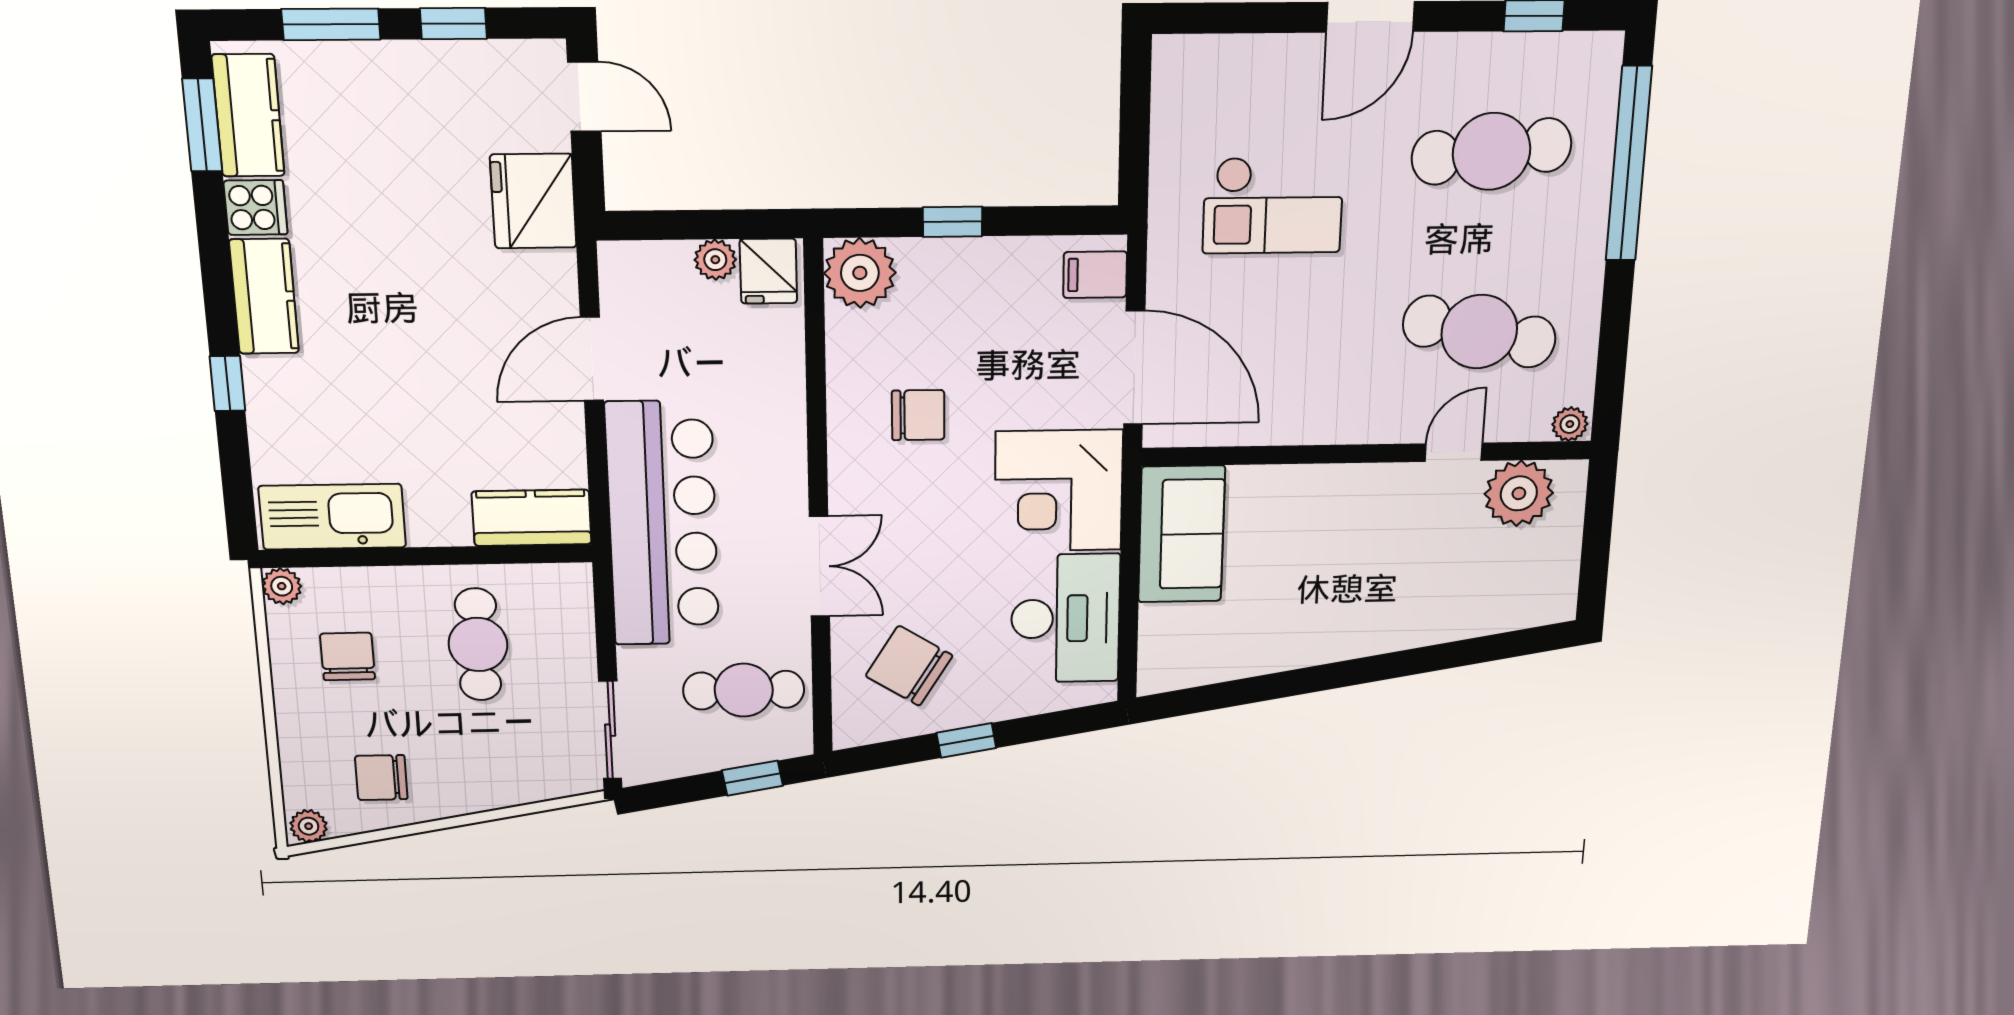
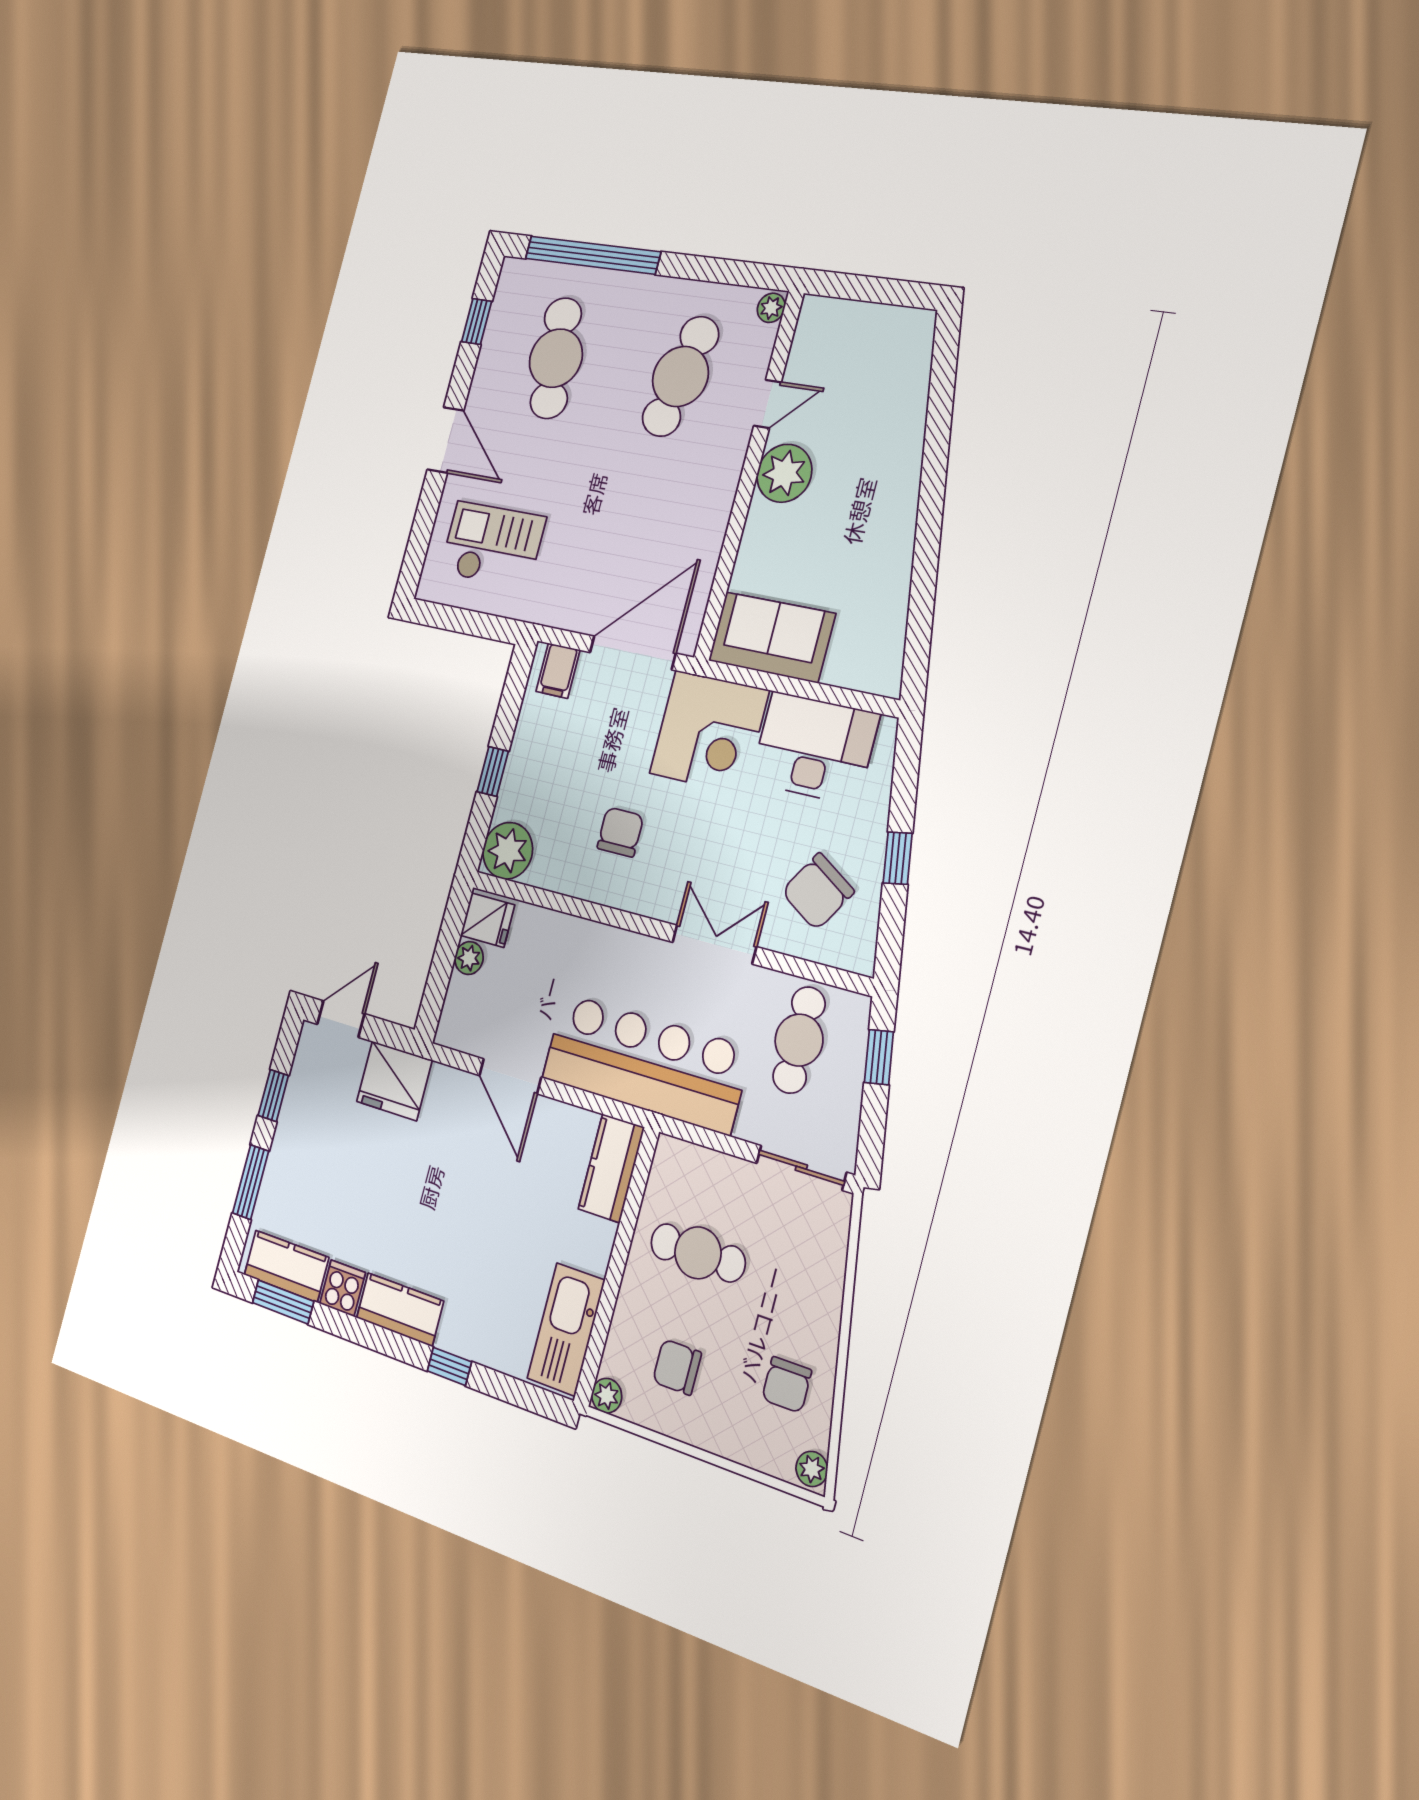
checkout: (1273, 205) -> (493, 545), moved, turned -90
door: (1454, 452) -> (767, 404), swing flipped
plant: (1519, 493) -> (784, 473), moved

